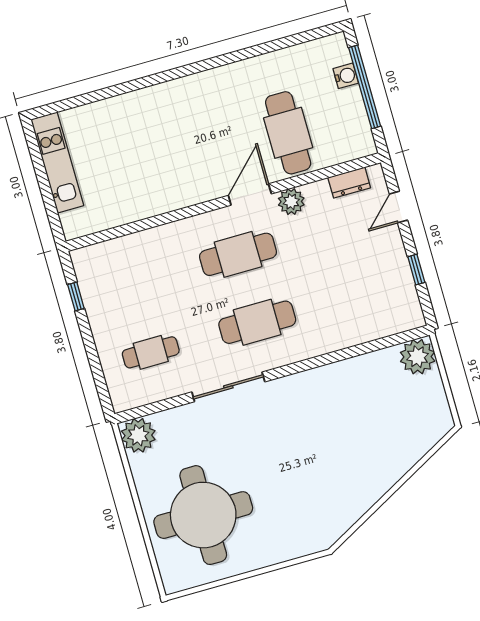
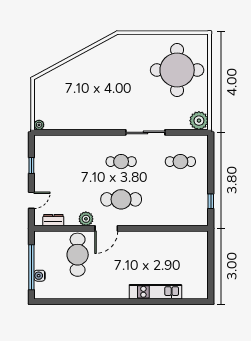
kitchen unit: (57, 163) -> (155, 292), moved, turned 90
cafe table: (257, 322) -> (121, 162), width x0.73, depth x0.74
plant: (418, 357) -> (39, 125), width x0.53, depth x0.53

